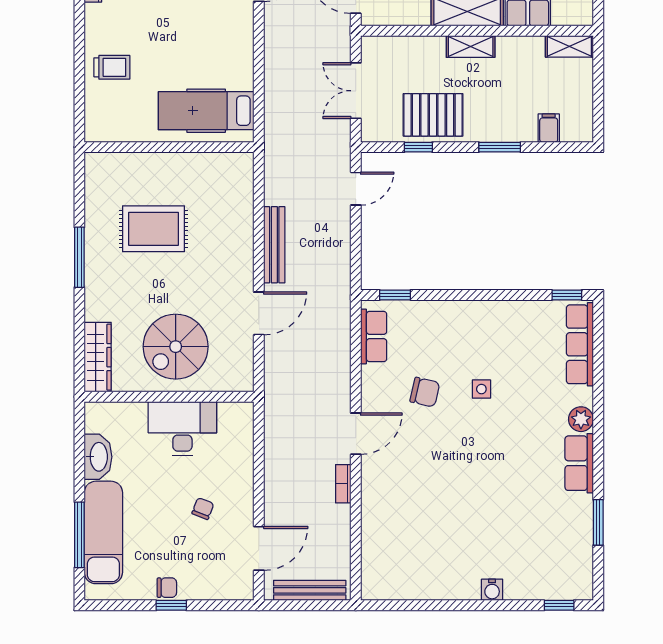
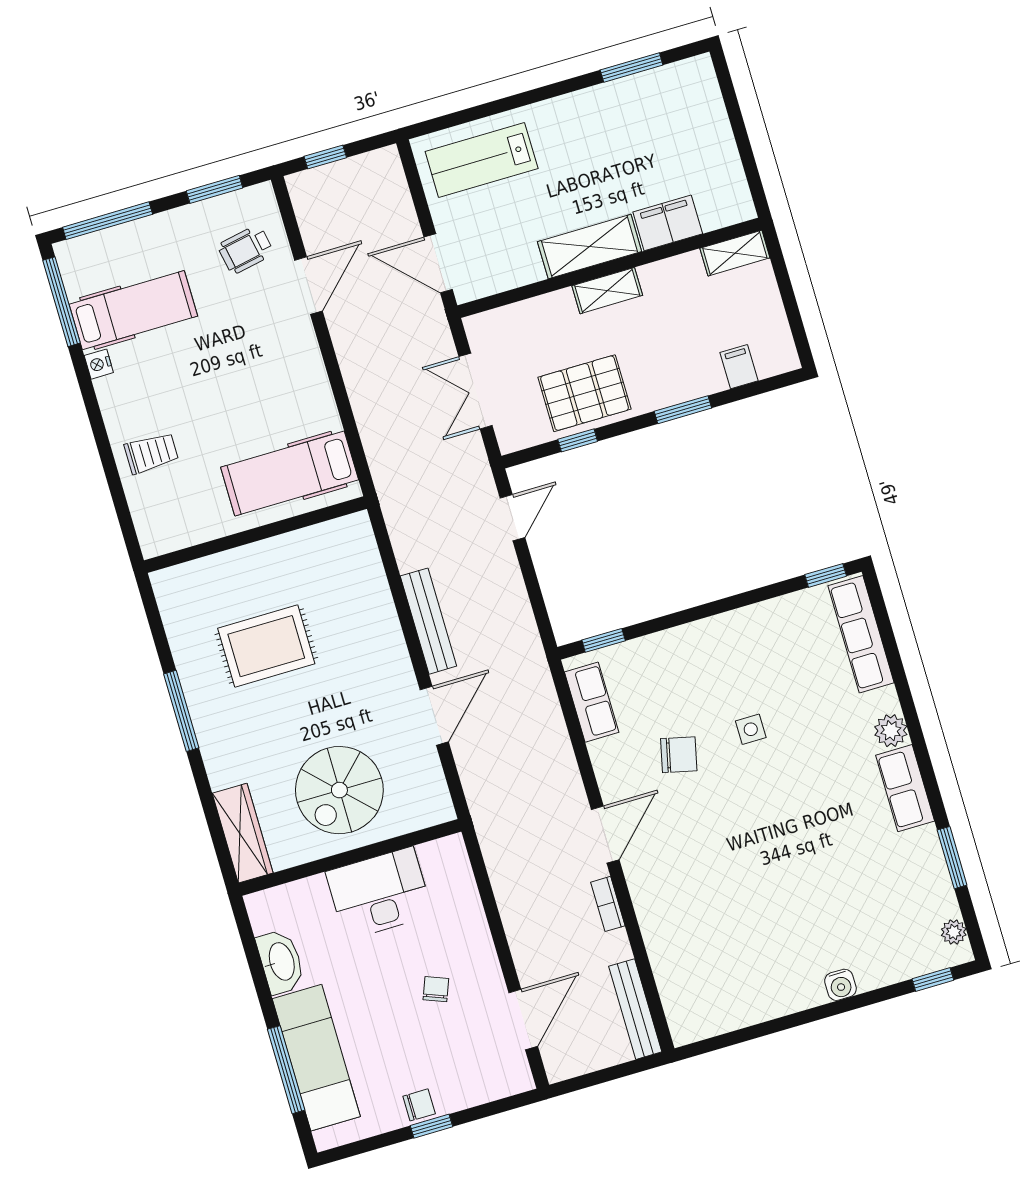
plant: (584, 576) -> (954, 932), added
bench: (310, 590) -> (635, 1009), moved, turned 90

